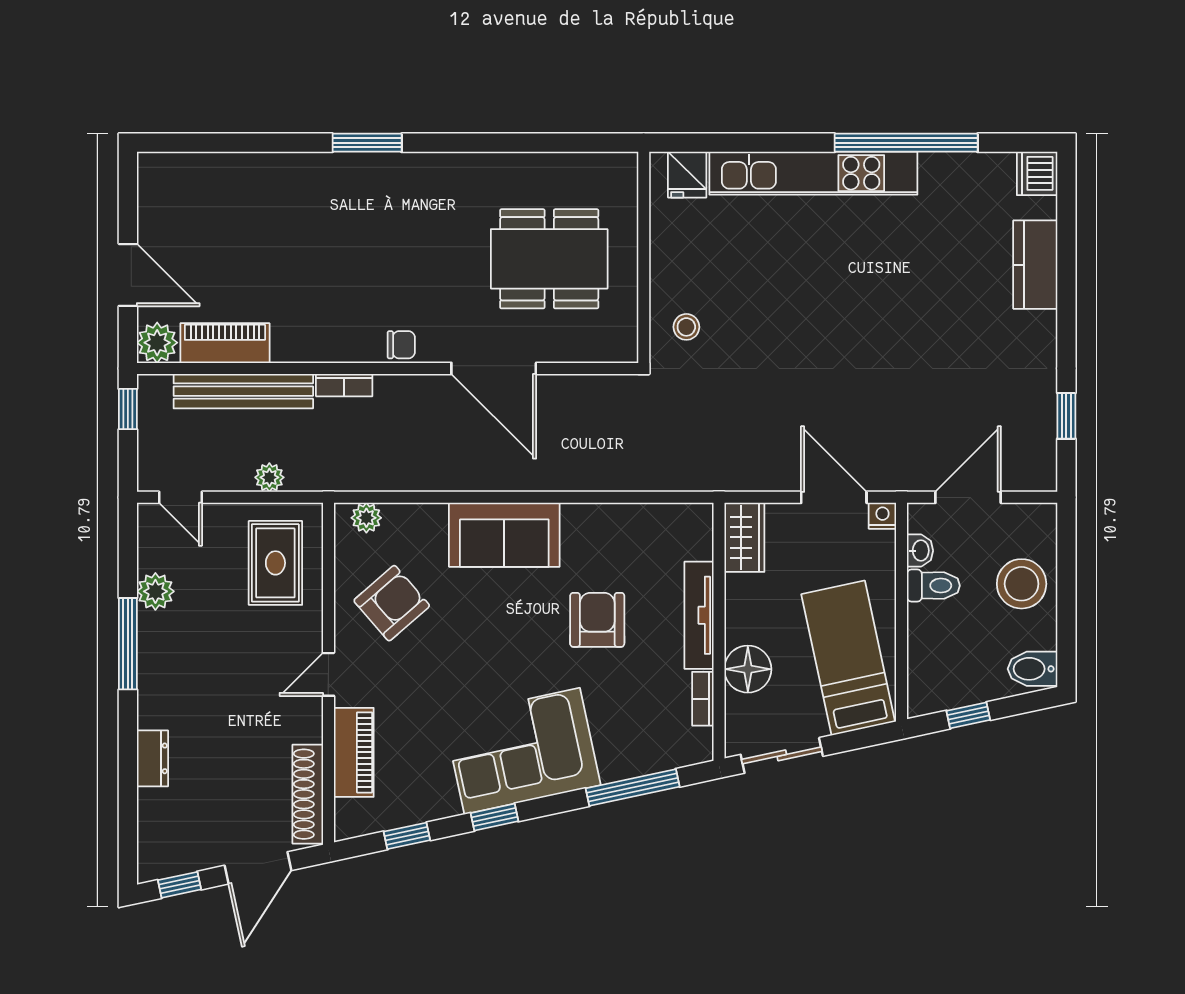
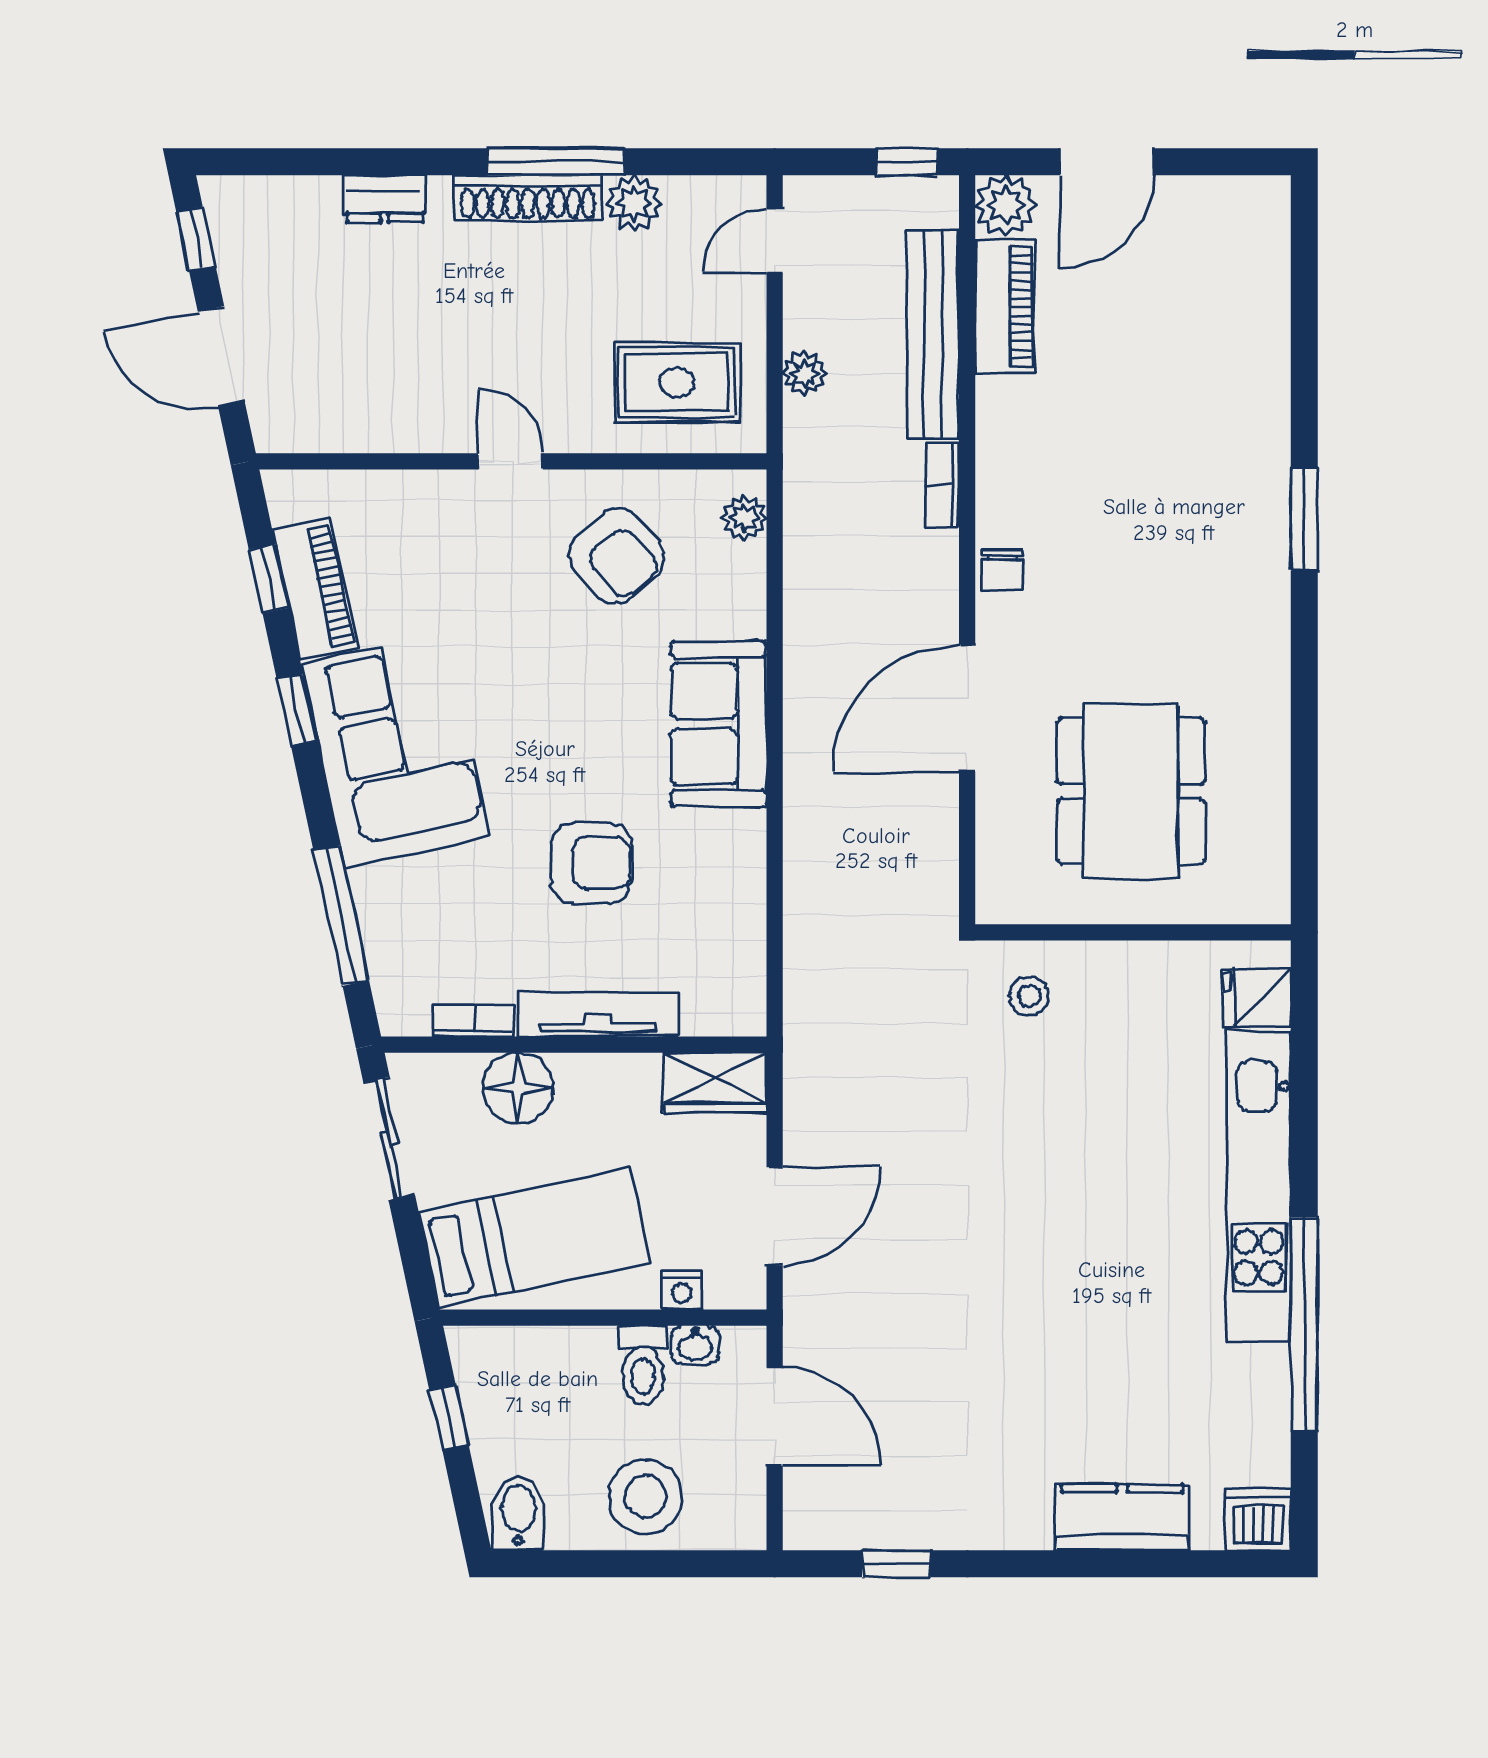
nightstand: (882, 516) -> (682, 1290), moved, turned 90
piano: (354, 752) -> (315, 589), moved, turned -102
shoe rack: (308, 794) -> (528, 198), moved, turned 180

